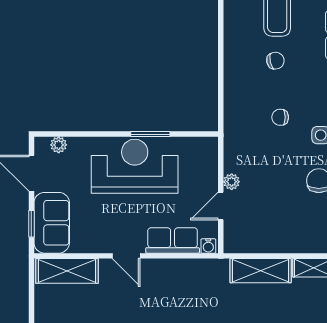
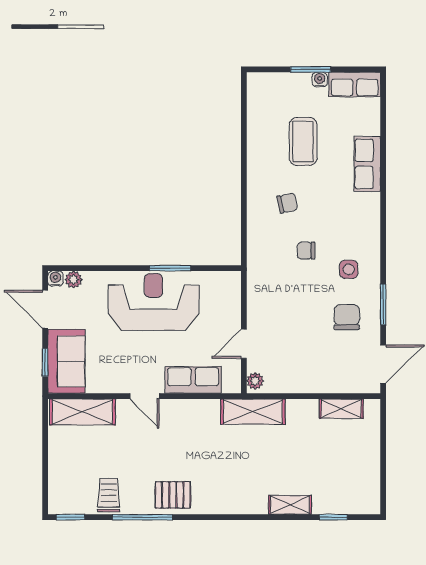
chair: (275, 61) -> (287, 203), moved
plant: (232, 182) -> (255, 381), moved
water cooler: (208, 246) -> (55, 279), moved, turned 180
shelving: (261, 271) -> (253, 412), moved

